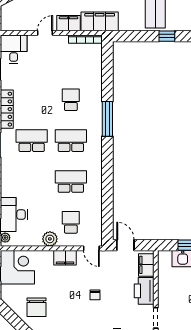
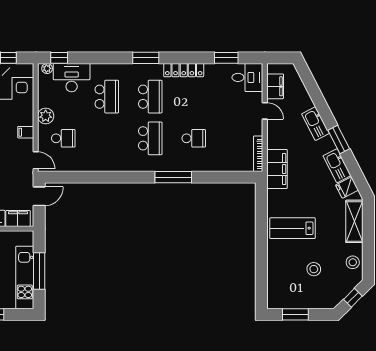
filing cabinet: (69, 23) -> (275, 86), moved
window: (167, 36) -> (261, 241), removed
school desk: (71, 181) -> (107, 97), moved
door: (91, 248) -> (36, 160), swing flipped
filing cabinet: (65, 258) -> (26, 132), width x0.50

